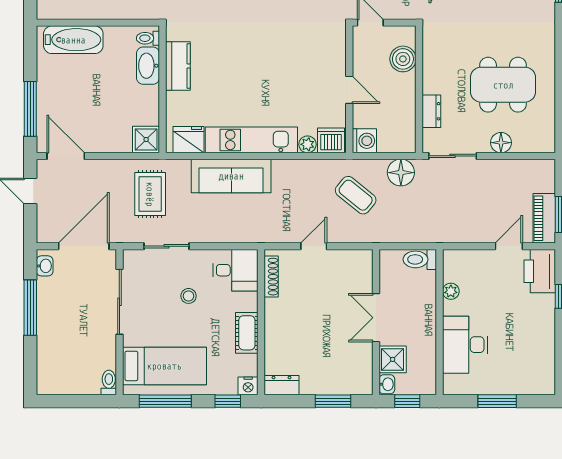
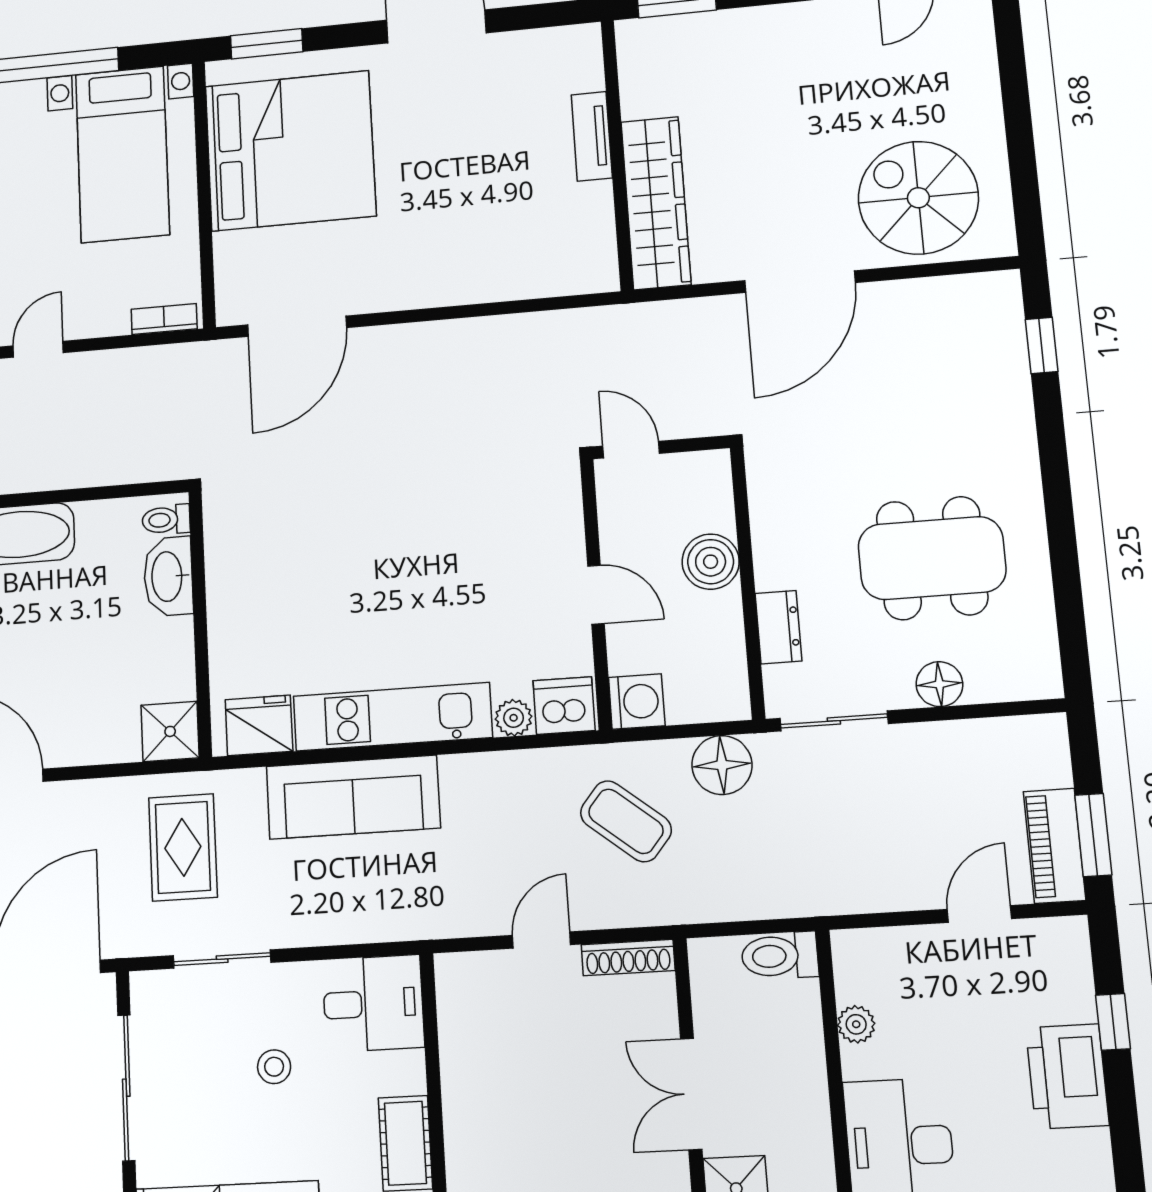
boiler: (403, 59) -> (711, 562), moved
kitchen counter: (178, 66) -> (230, 572), removed
printer: (540, 271) -> (1067, 1076), moved
shoe rack: (271, 277) -> (628, 958), moved, turned 90

